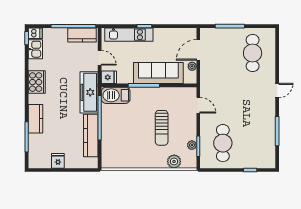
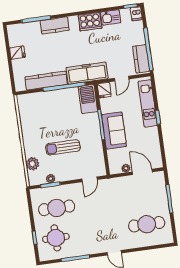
kitchen sink: (35, 49) -> (111, 17), moved
sofa: (158, 73) -> (114, 131), width x0.73
round table: (253, 148) -> (56, 238), added

